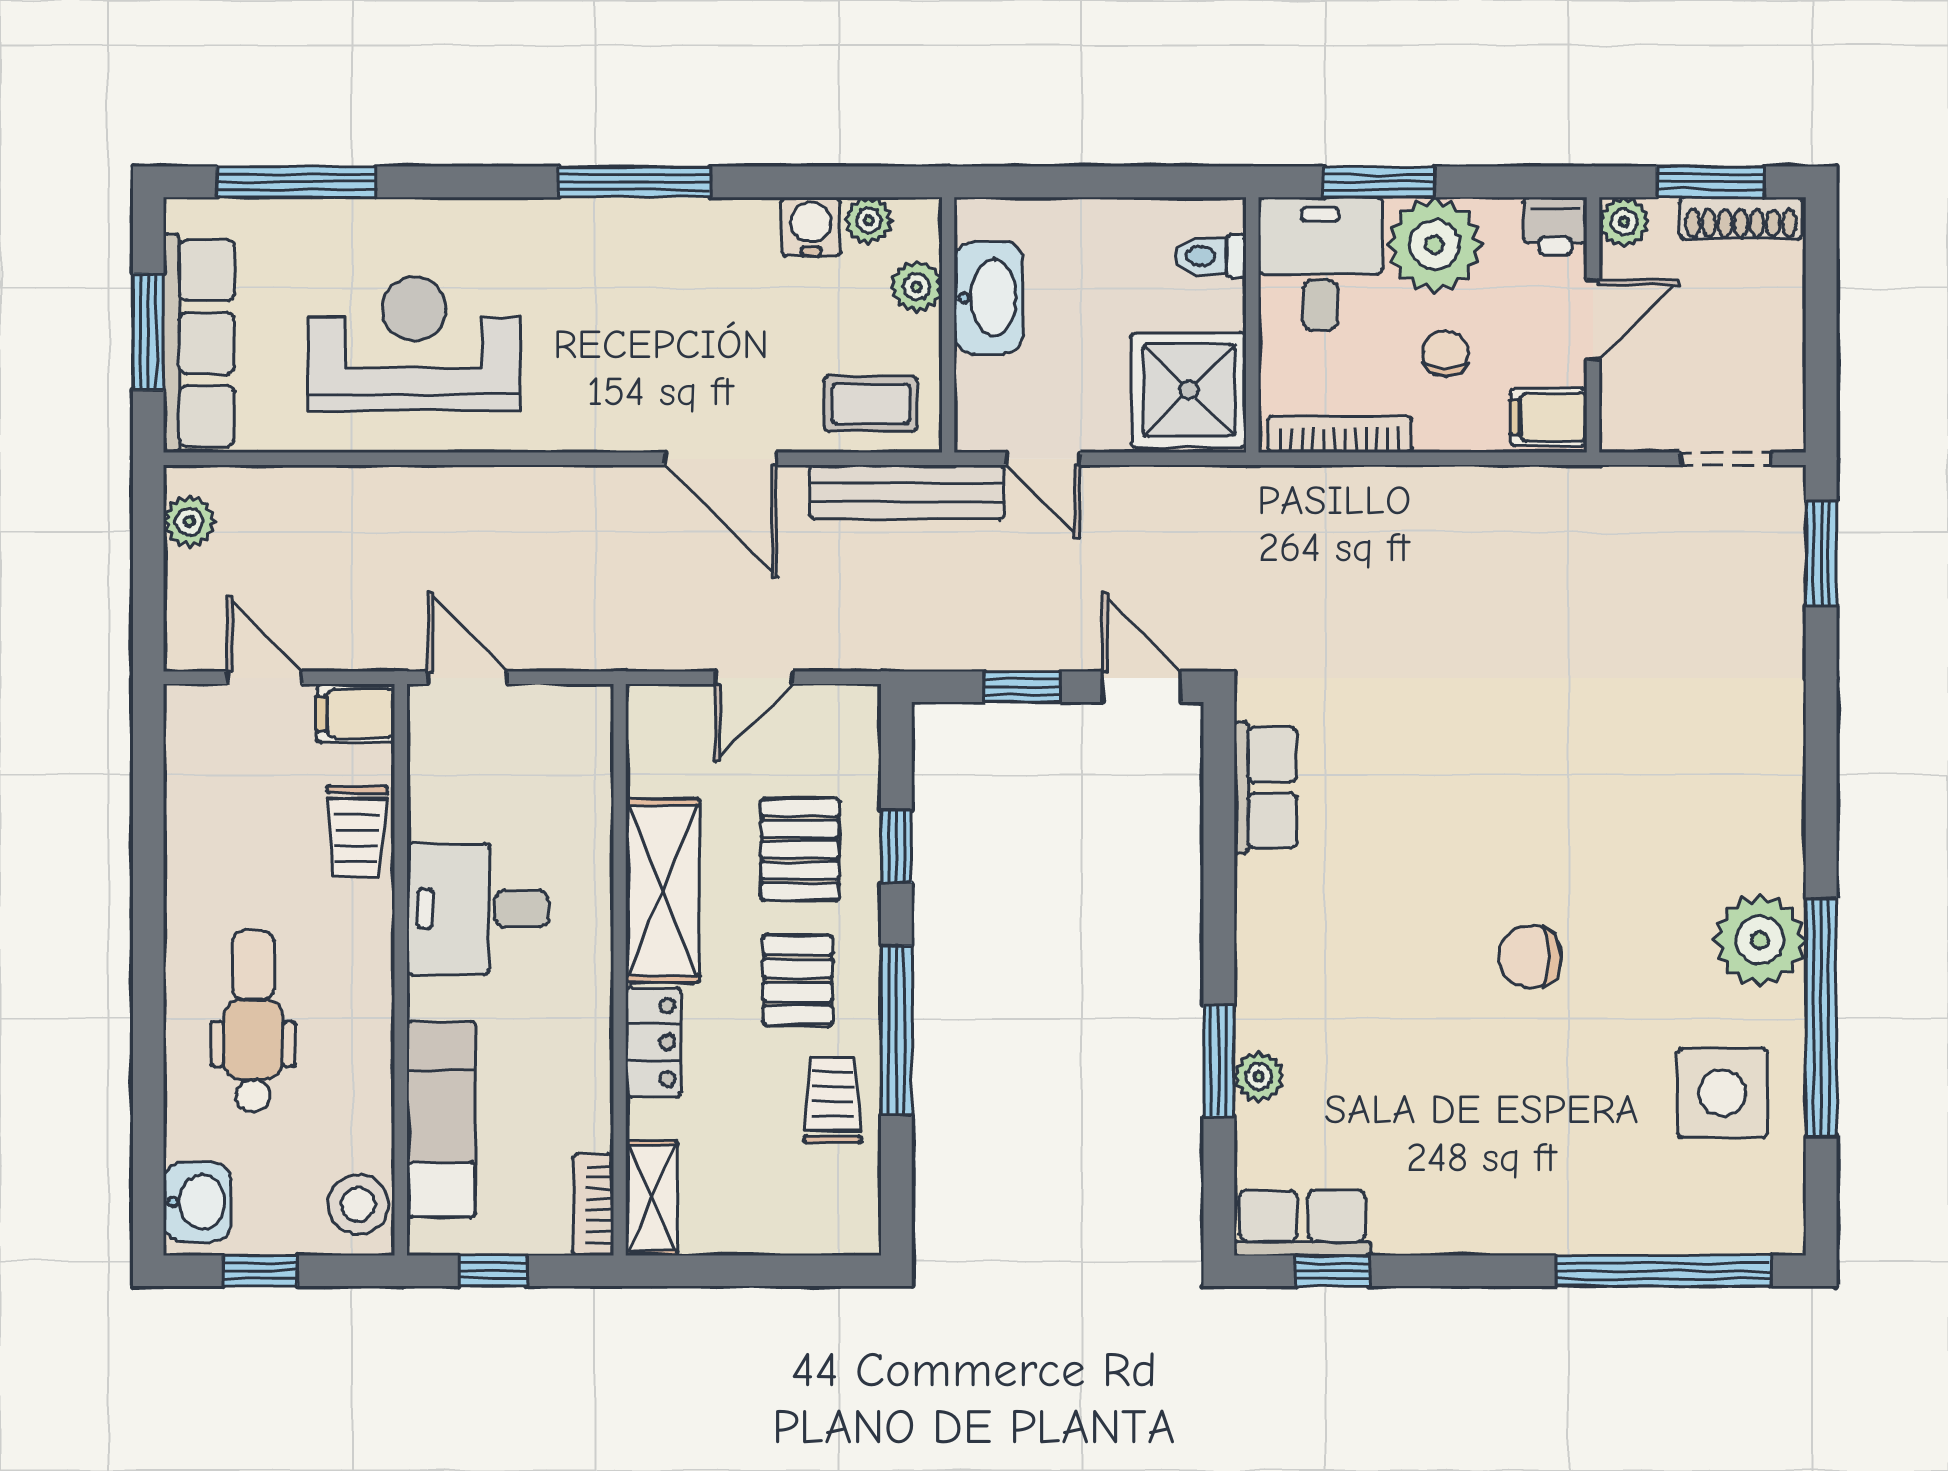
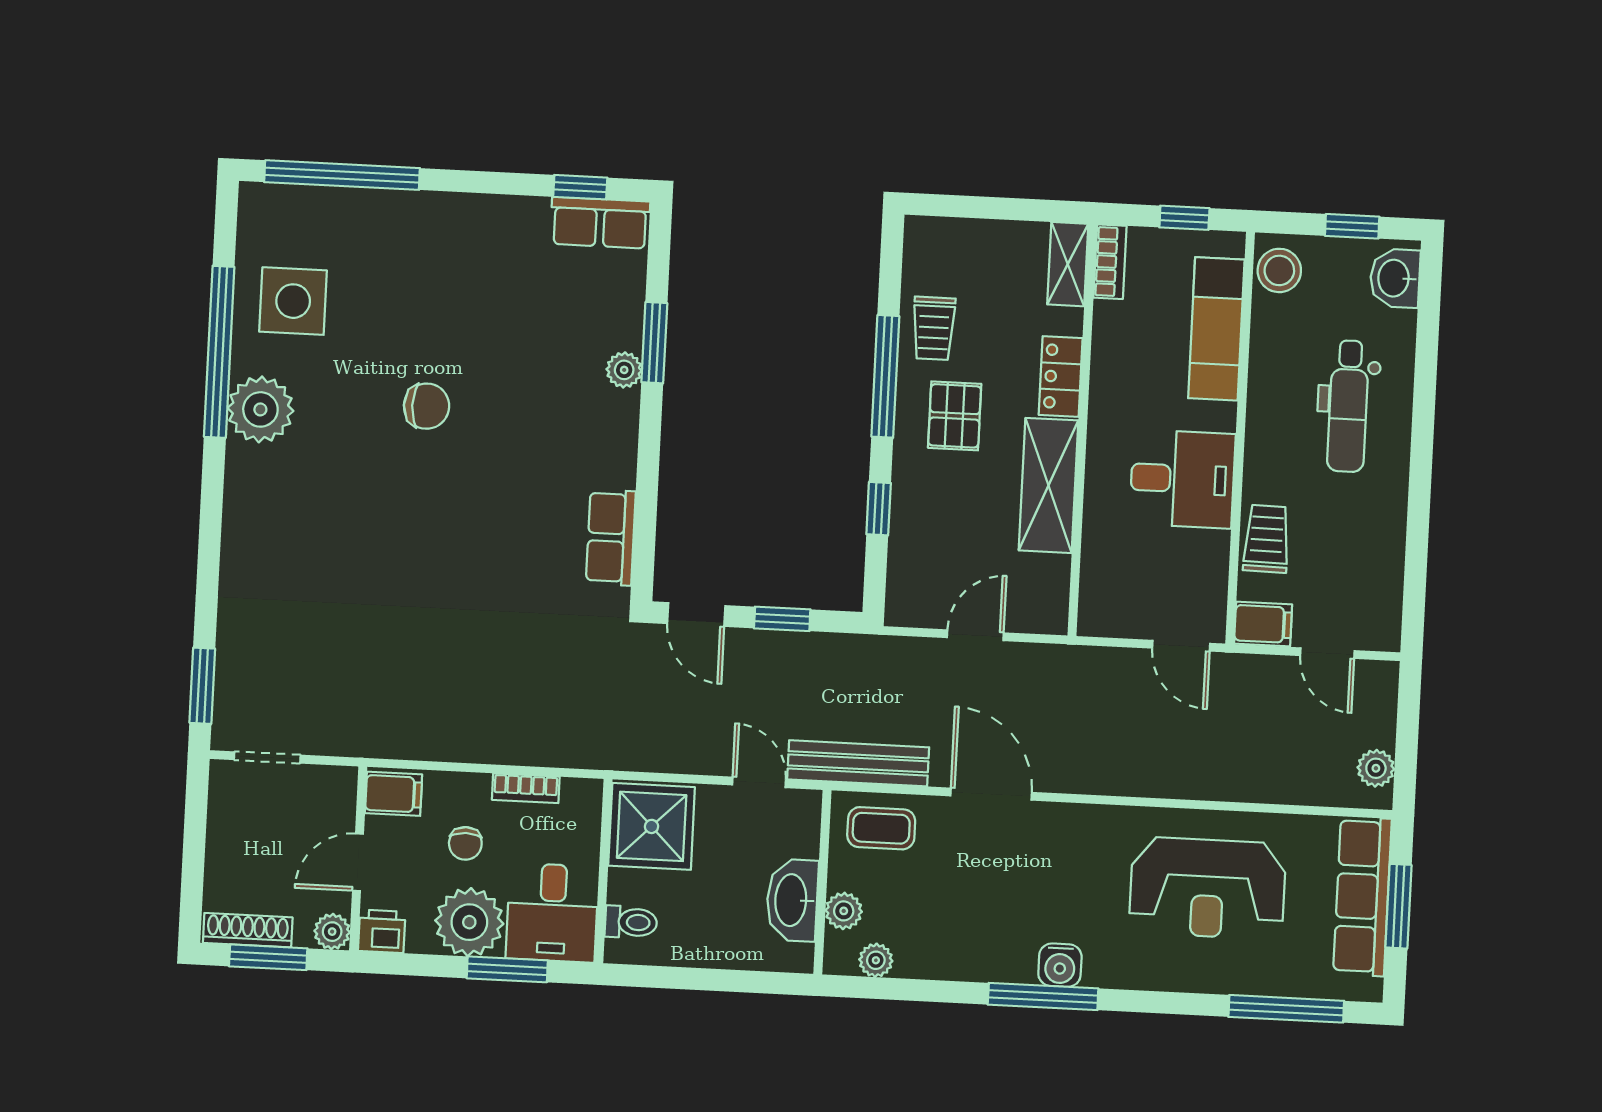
water cooler: (811, 227) -> (1060, 965), moved
bookcase: (1340, 434) -> (526, 788), width x0.64
pallet: (800, 850) -> (948, 510), removed
plant: (1259, 1076) -> (624, 370), moved

